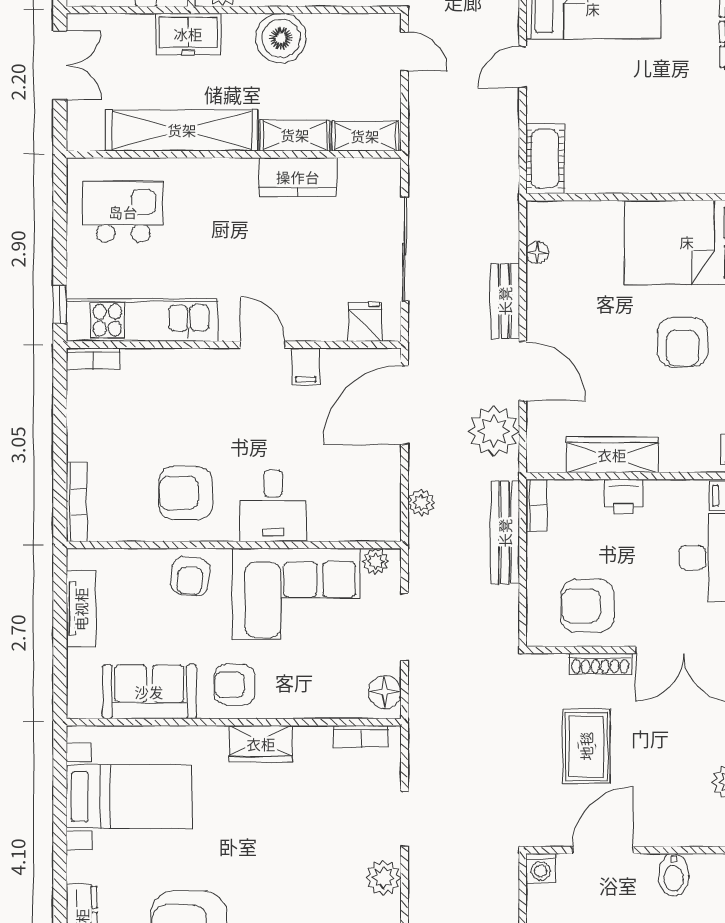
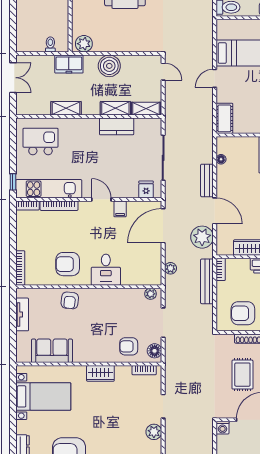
shelving: (182, 130) -> (66, 108), width x0.45, depth x0.75
bookcase: (166, 359) -> (59, 206), added
corner sofa: (296, 594) -> (116, 308), removed
armchair: (234, 685) -> (129, 346), moved

